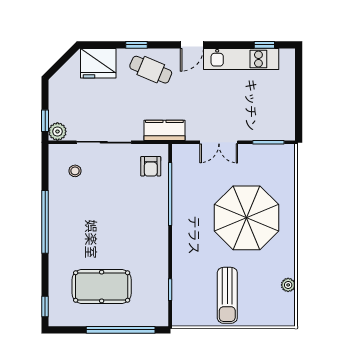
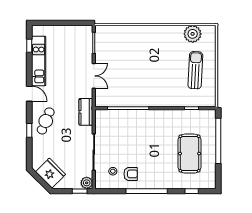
fridge: (98, 63) -> (51, 173), moved, turned -45
armchair: (151, 166) -> (131, 174), moved
parasol: (246, 218) -> (144, 57), removed
plant: (288, 285) -> (193, 34), width x1.87, depth x1.87
sun lounger: (227, 295) -> (195, 70), turned -87
window: (45, 307) -> (192, 191), moved

